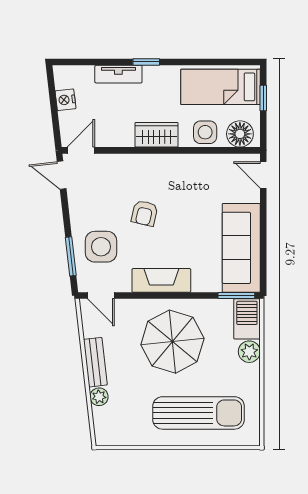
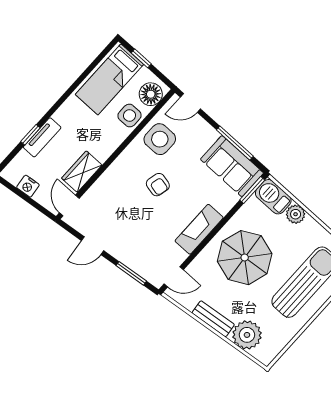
window: (146, 62) -> (30, 135), moved
wardrobe: (156, 135) -> (82, 172), moved
door: (62, 175) -> (93, 246), moved
armchair: (145, 213) -> (158, 185), moved
window: (263, 244) -> (235, 143), added
side table: (101, 247) -> (160, 139), moved
sofa: (241, 248) -> (232, 166), width x0.73
plant: (99, 397) -> (247, 335), width x1.88, depth x1.88

